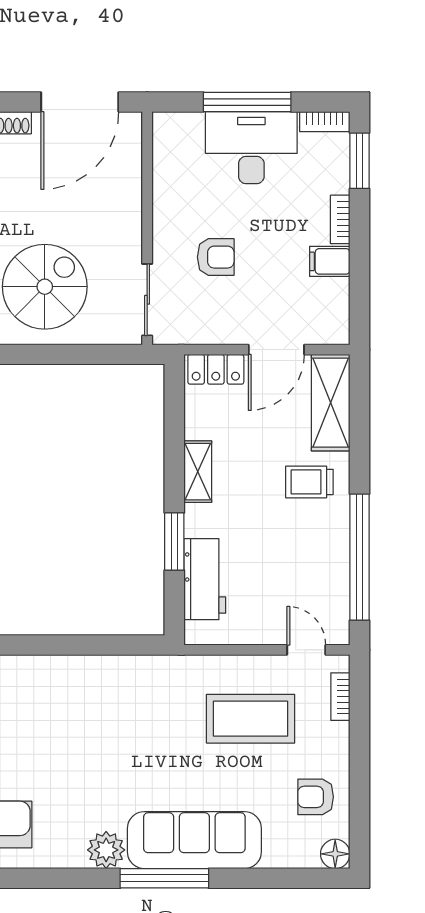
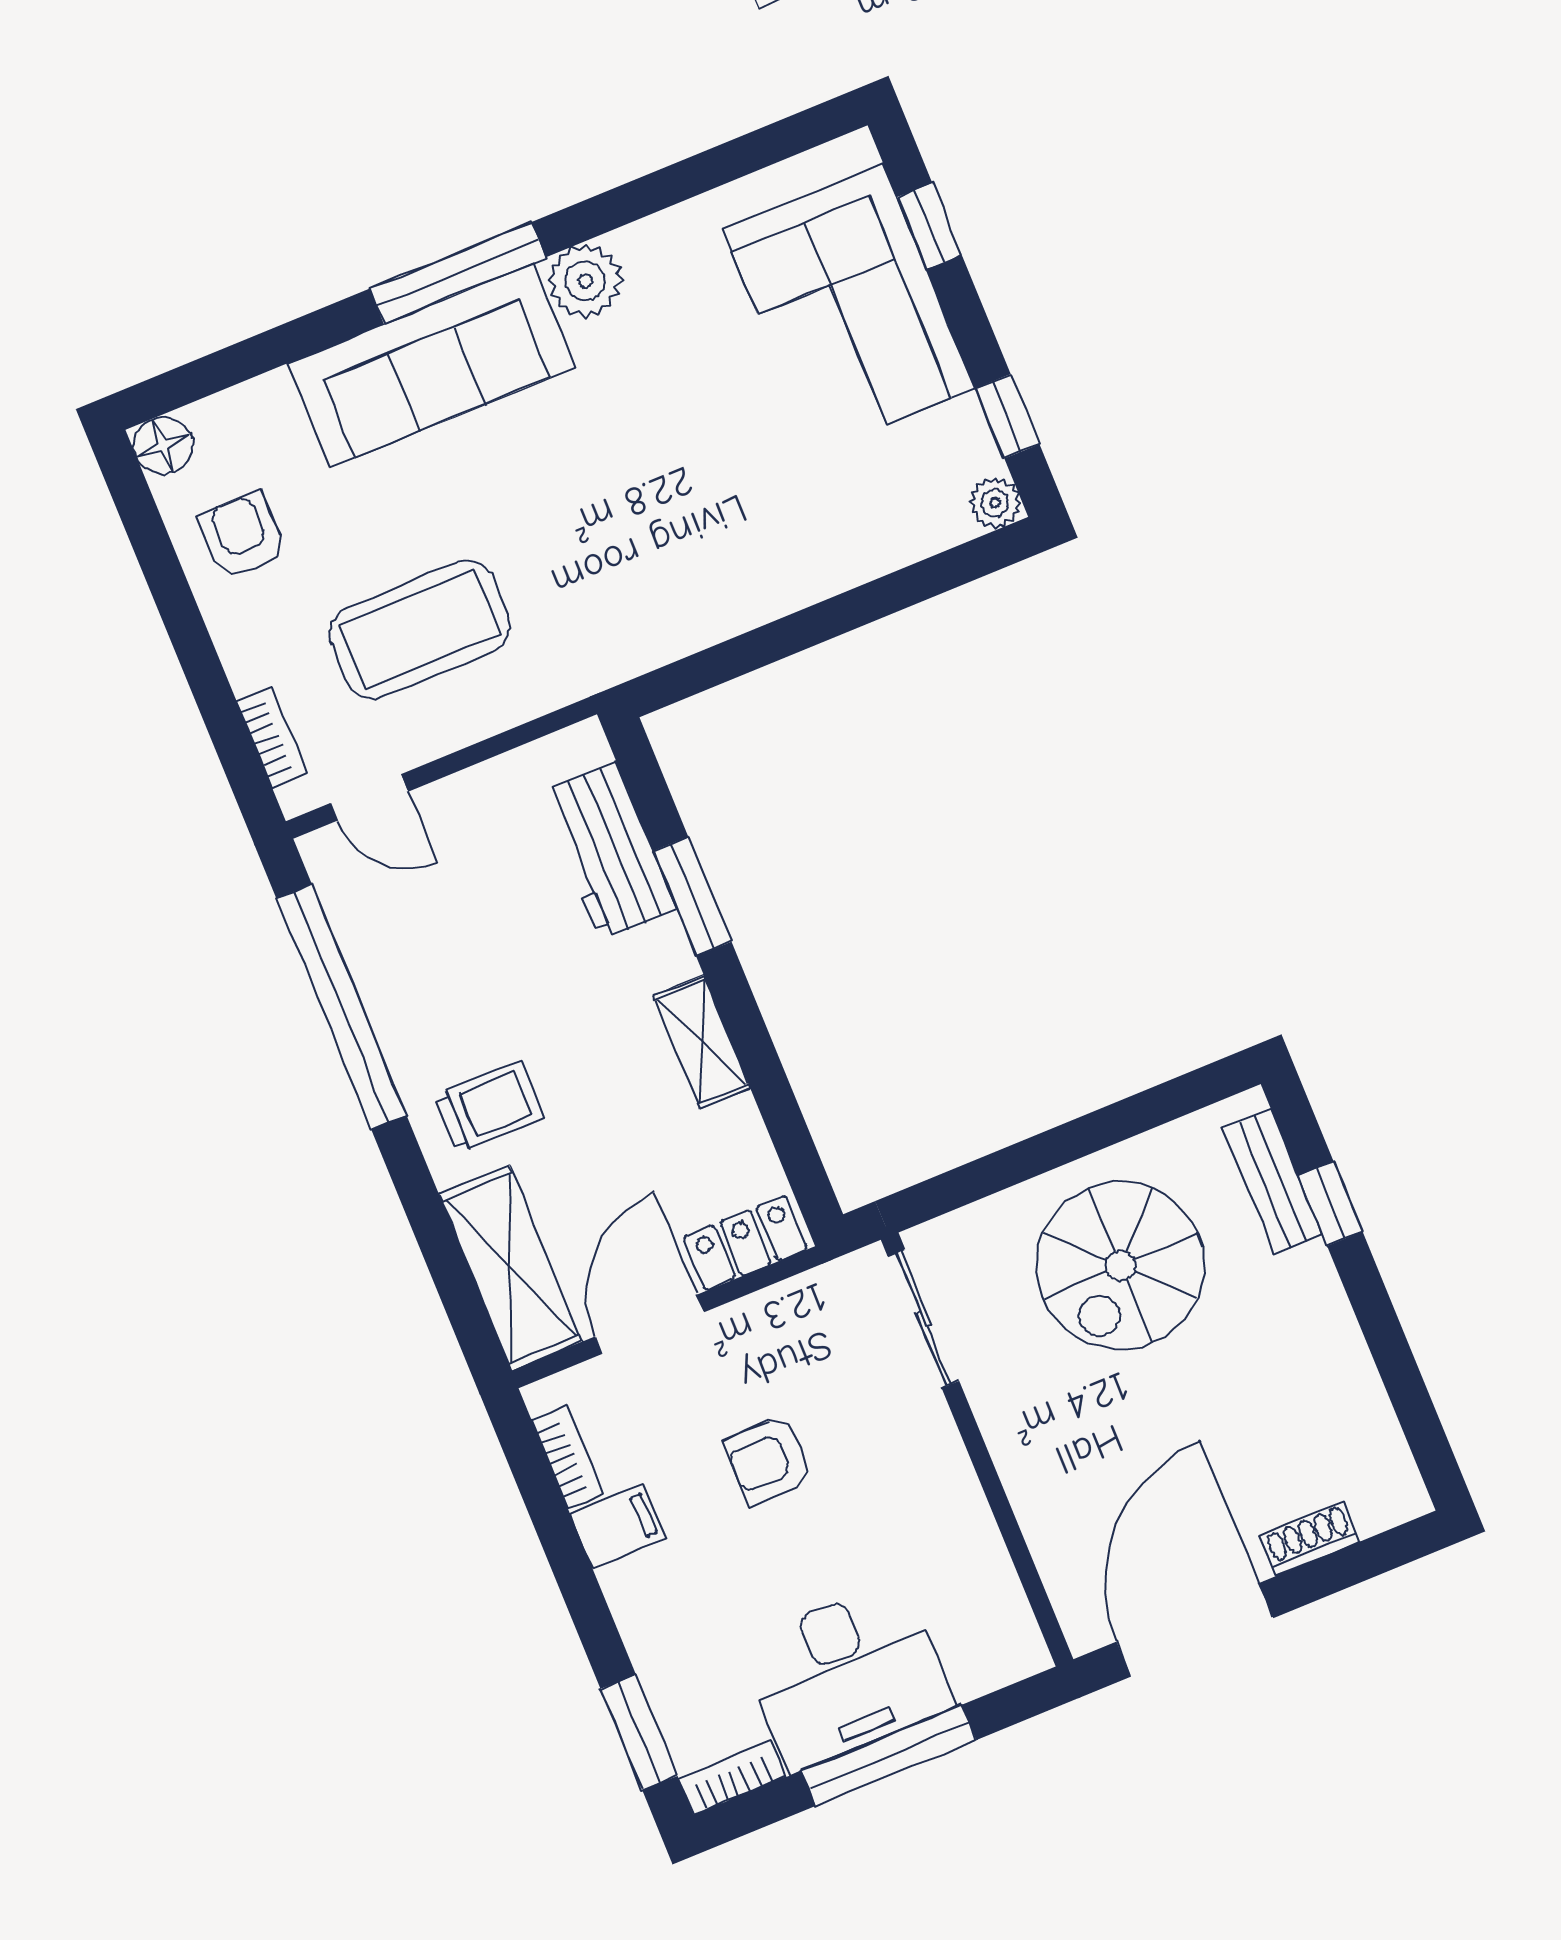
bookcase: (340, 219) -> (567, 1457), moved
armchair: (216, 257) -> (769, 1460), moved
armchair: (316, 797) -> (242, 535), turned -90

